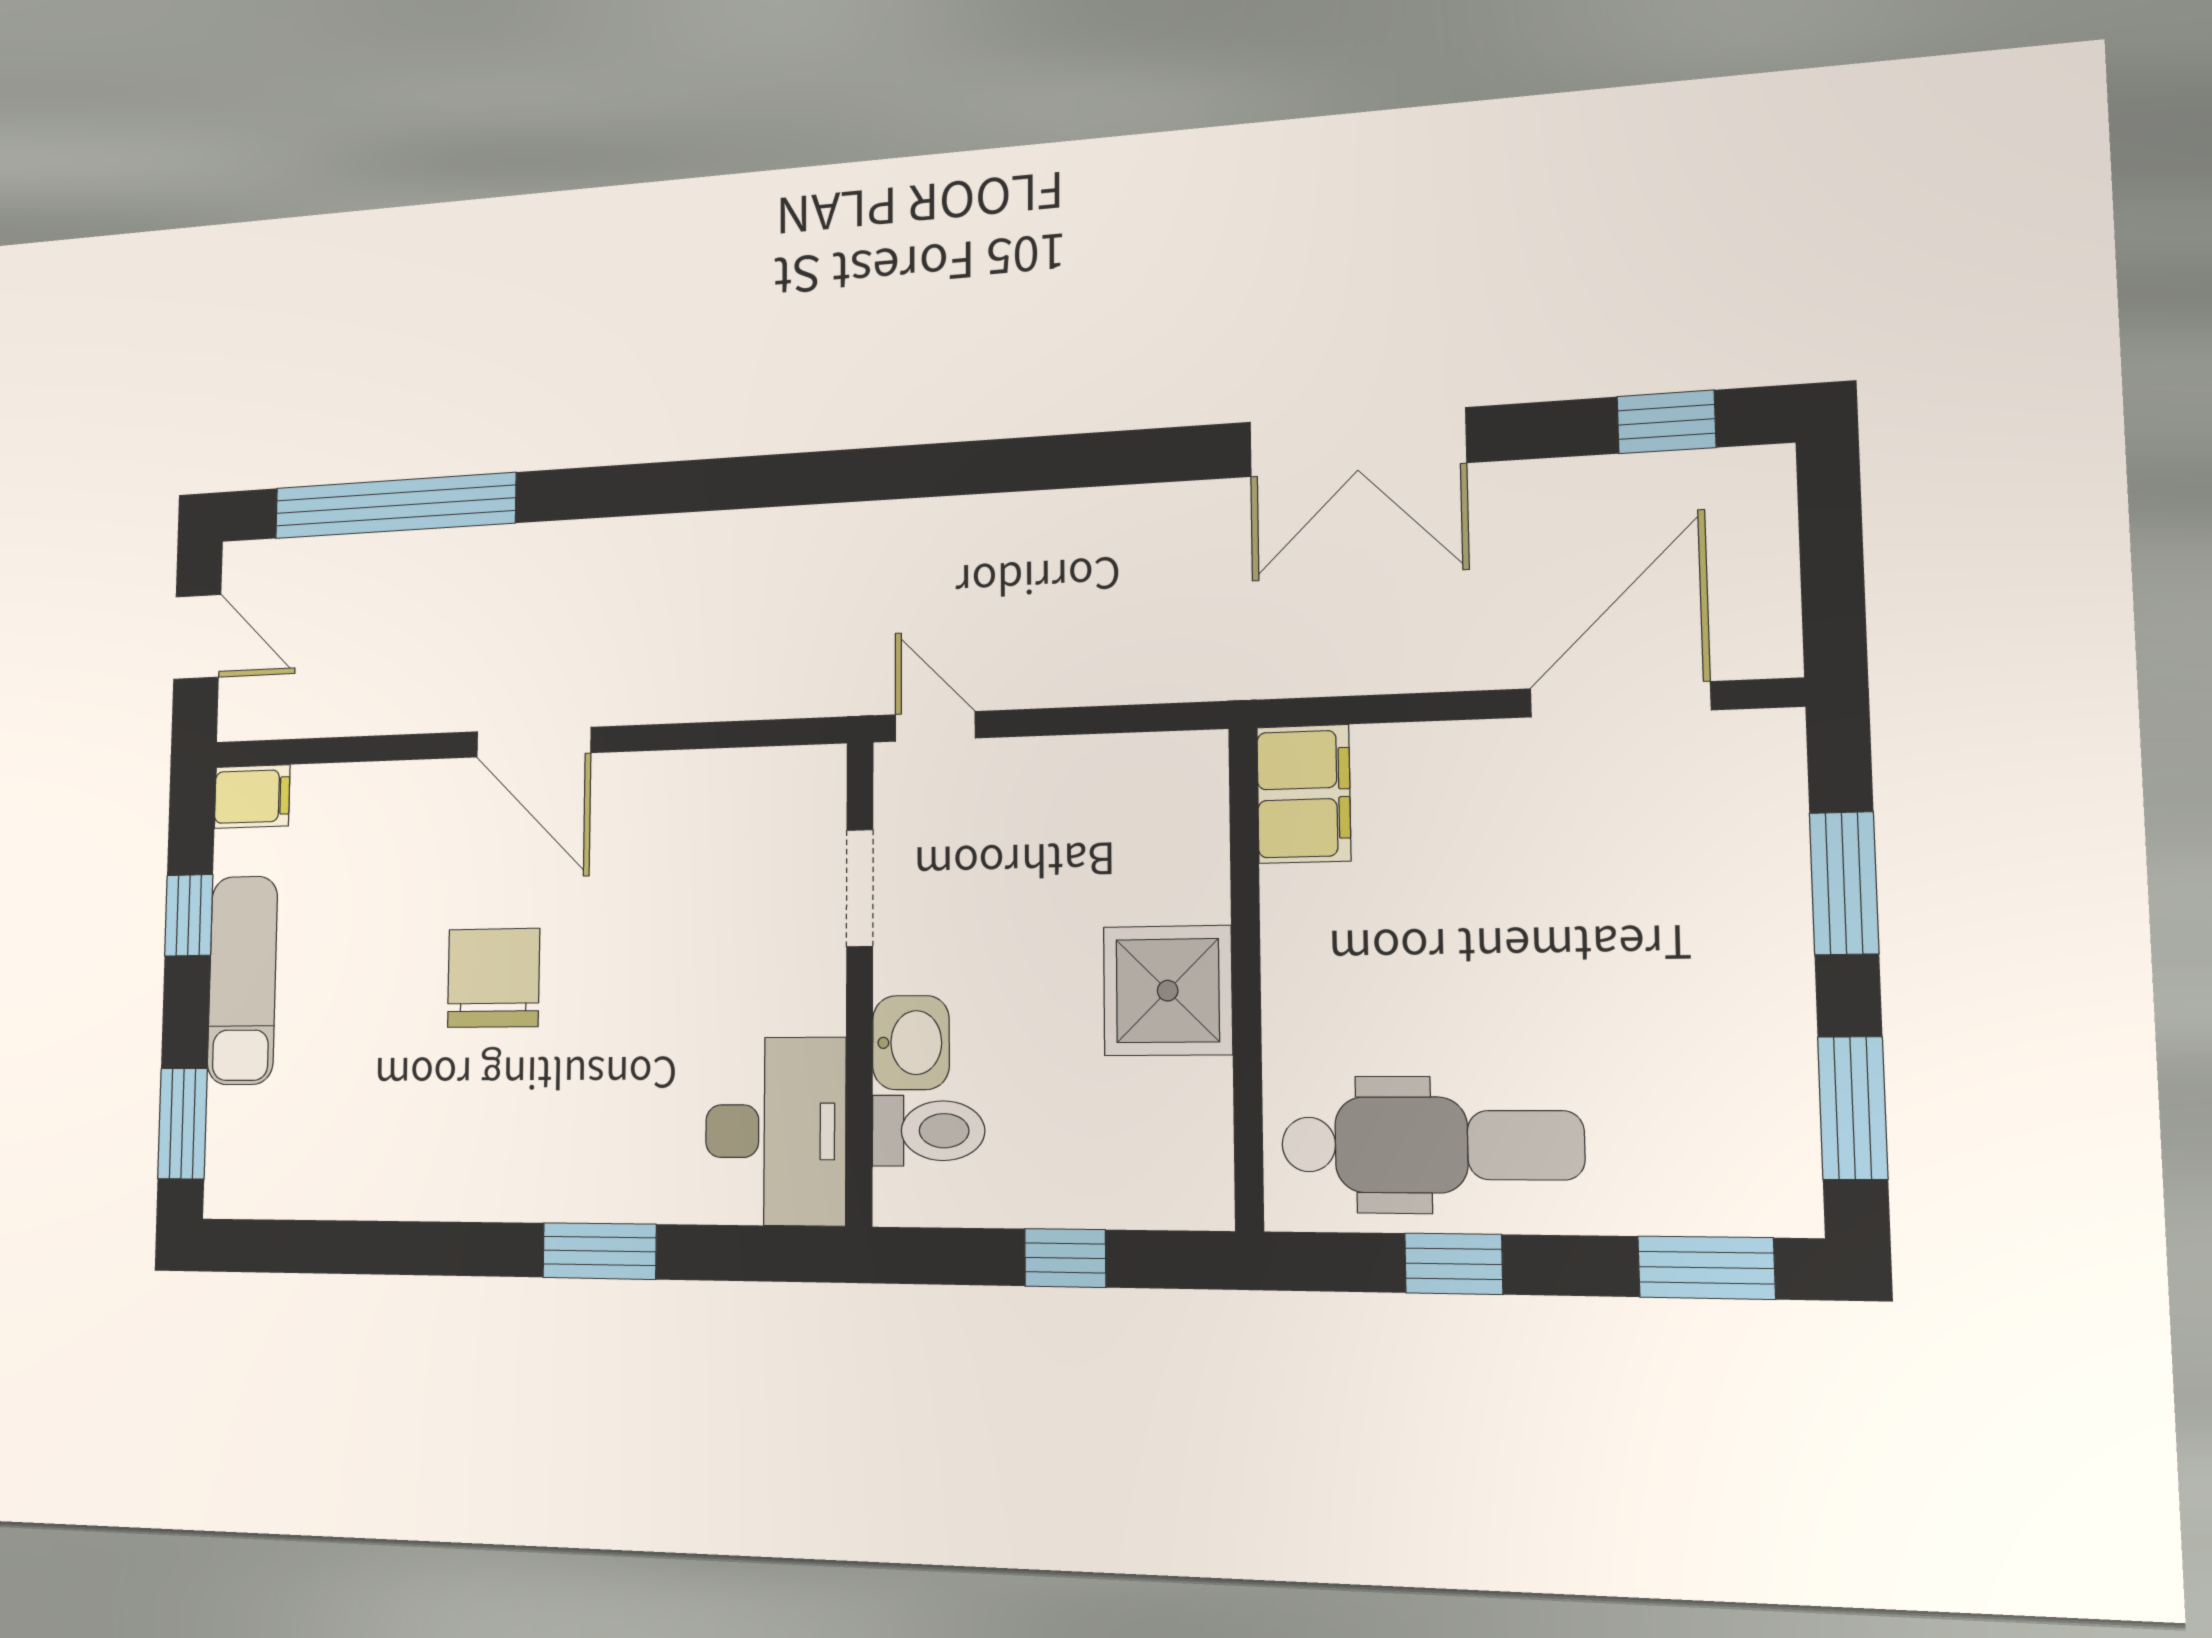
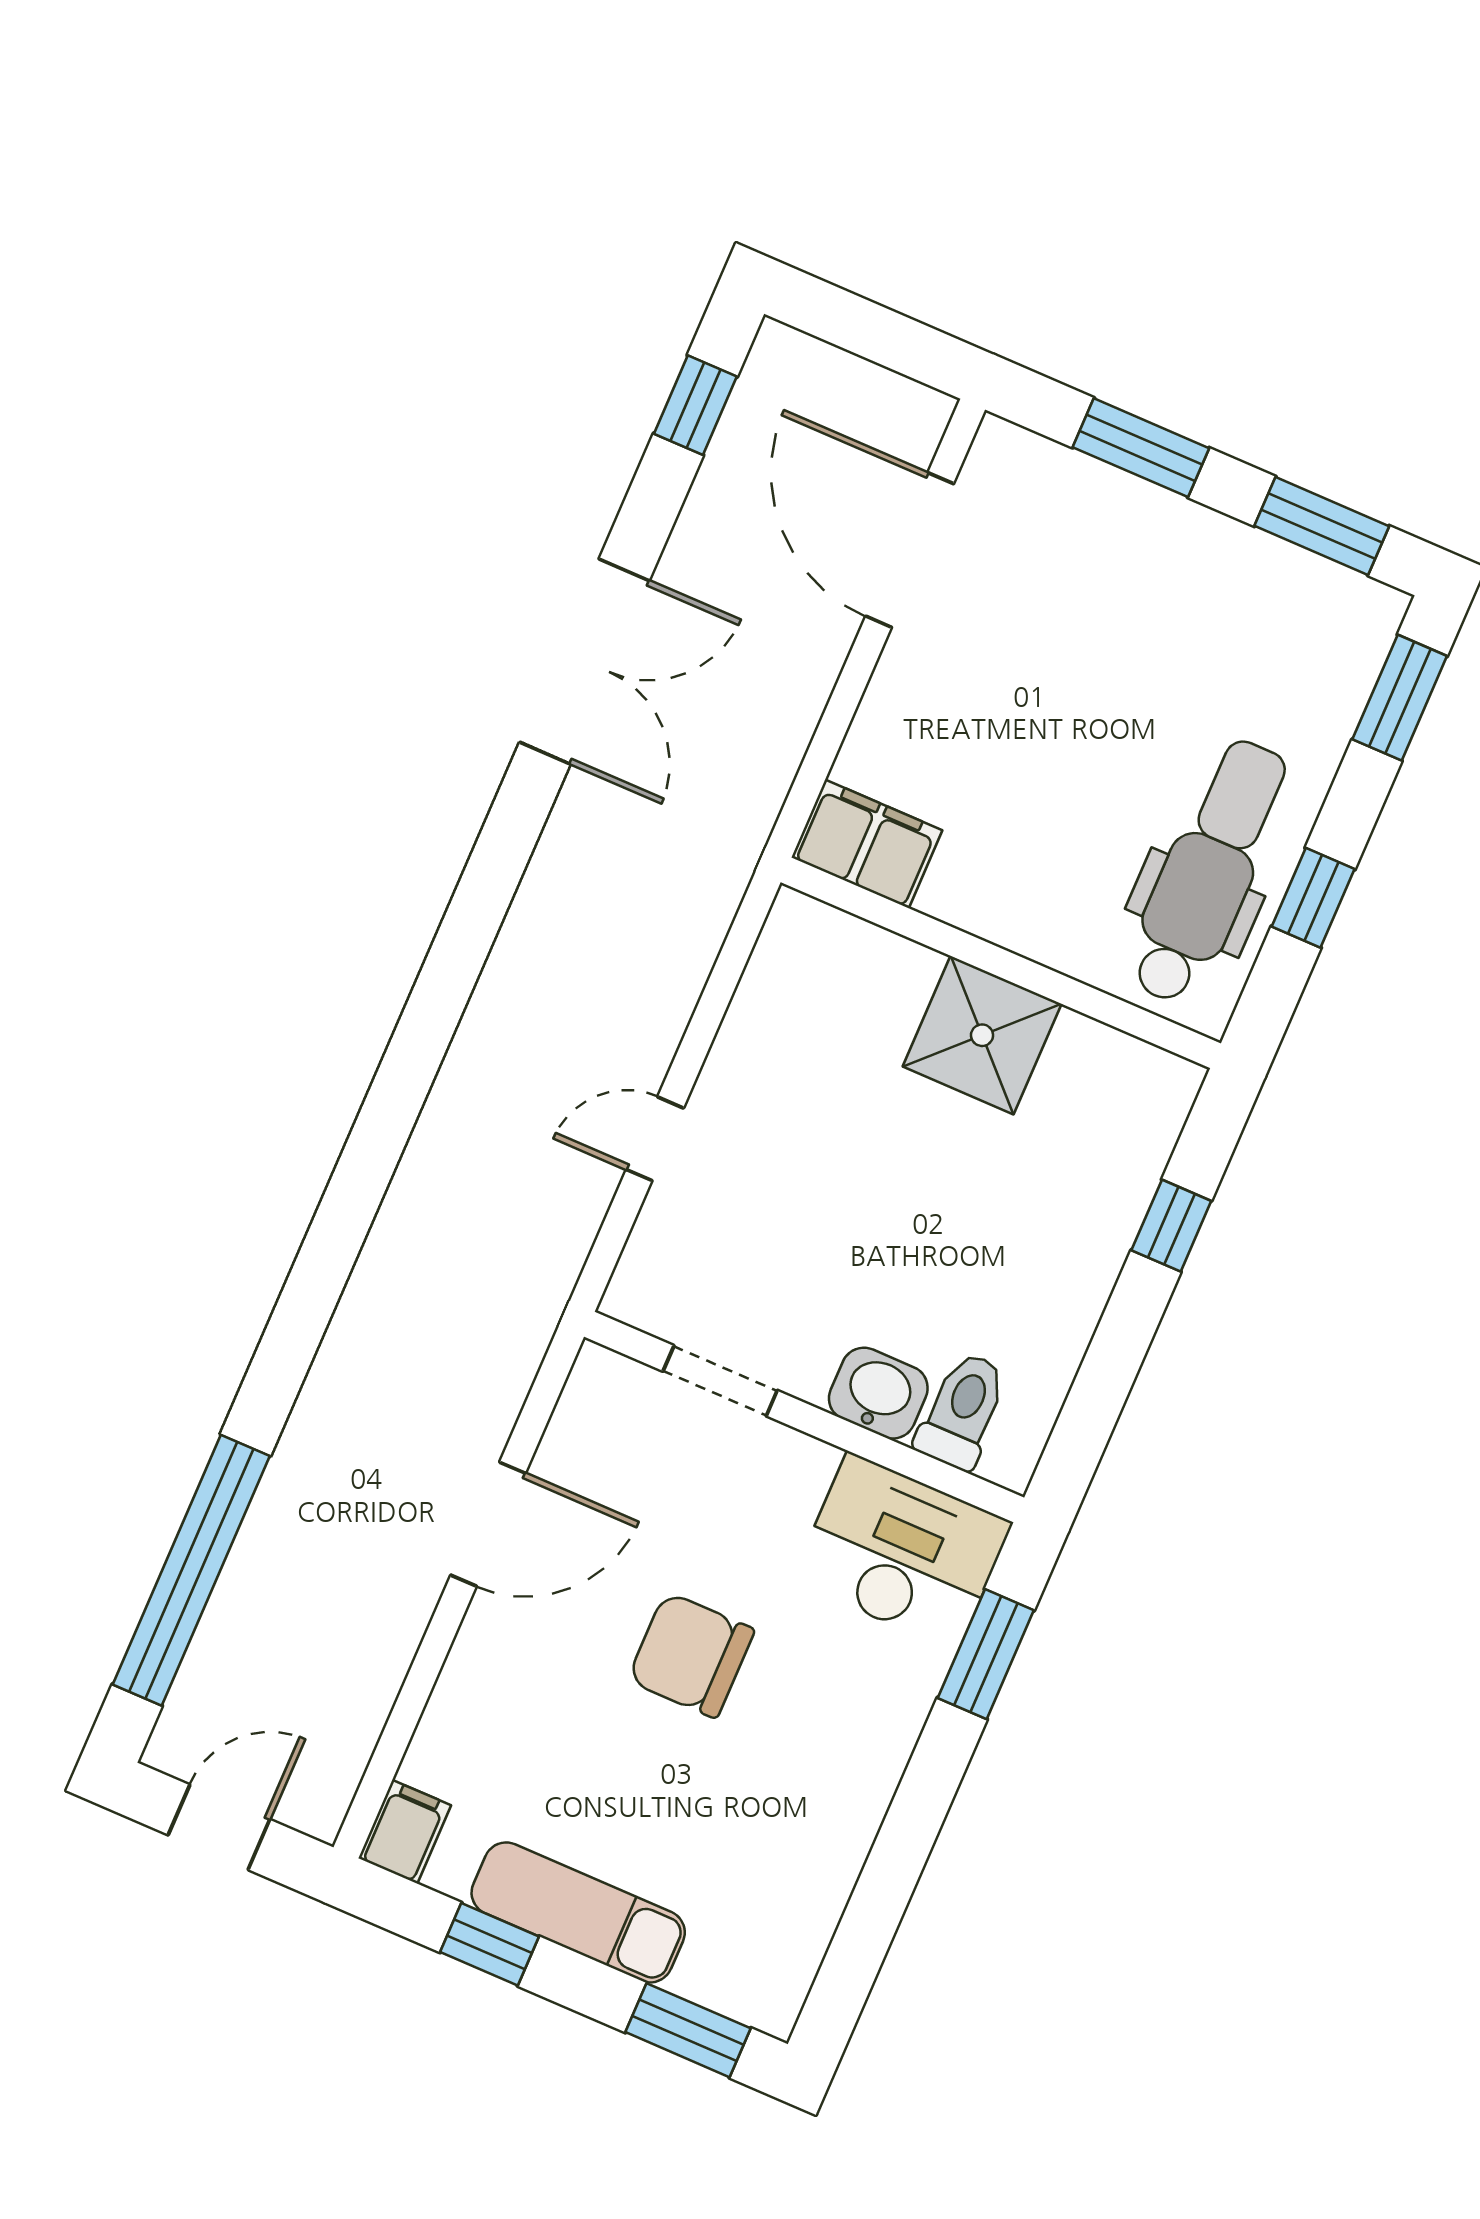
doorway: (860, 888) -> (720, 1381), moved
wall: (860, 982) -> (804, 1417), moved
washbasin: (911, 1043) -> (878, 1393), moved
desk: (775, 1131) -> (902, 1552), moved
toilet: (928, 1131) -> (962, 1411), moved

